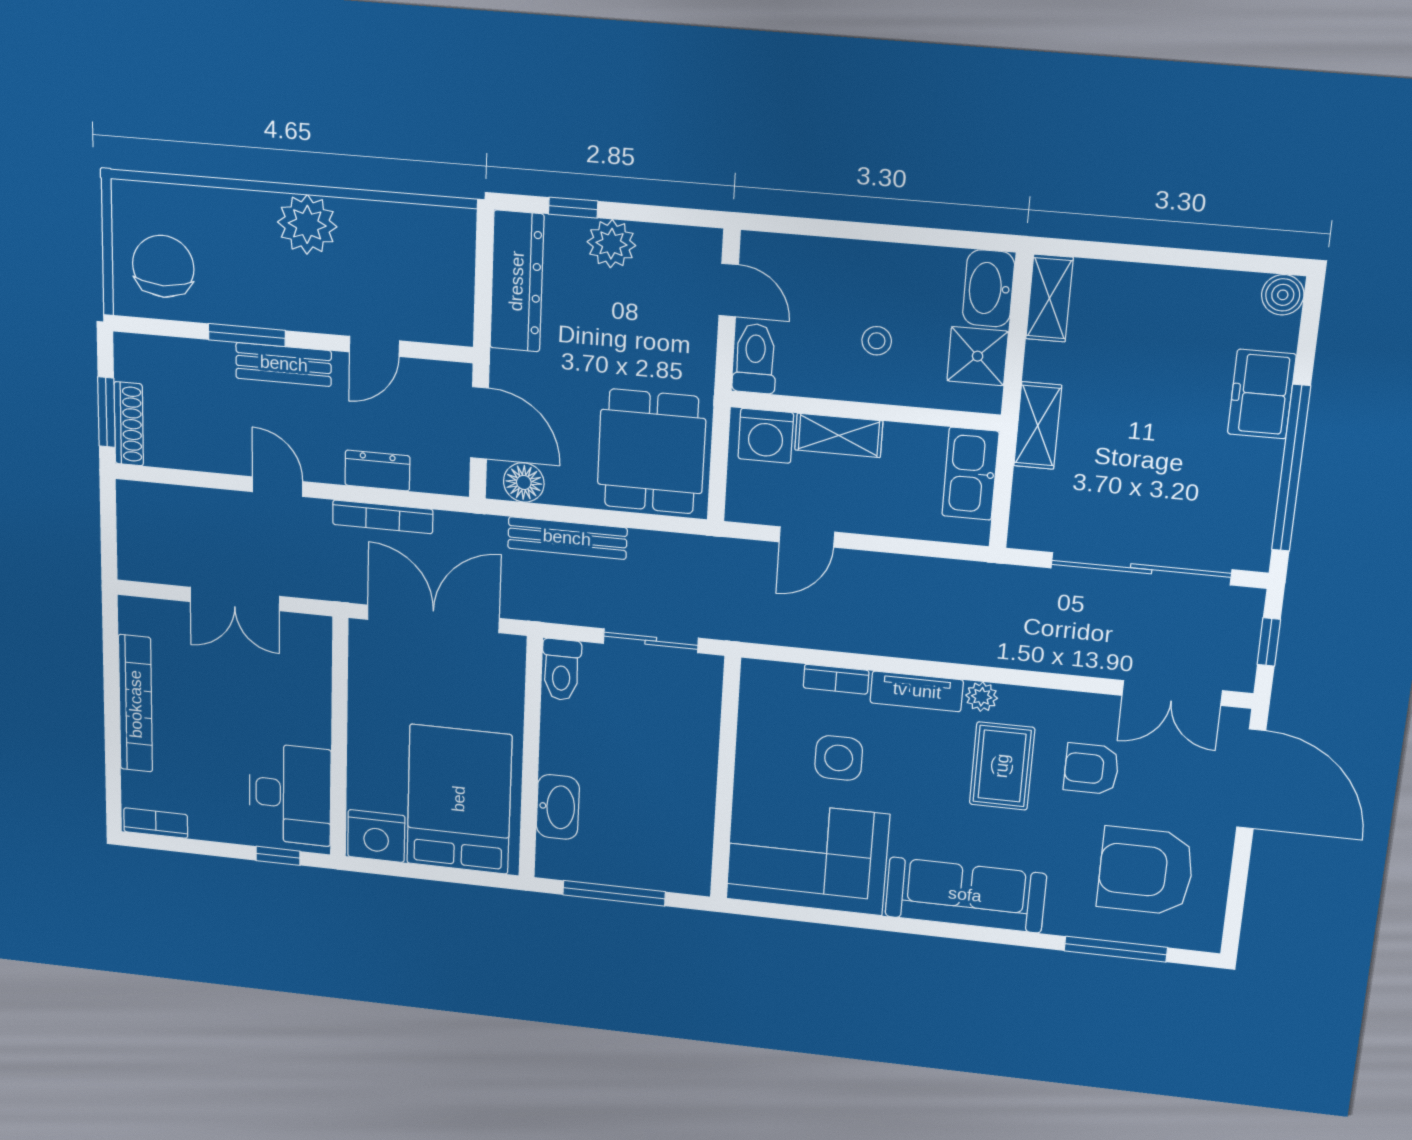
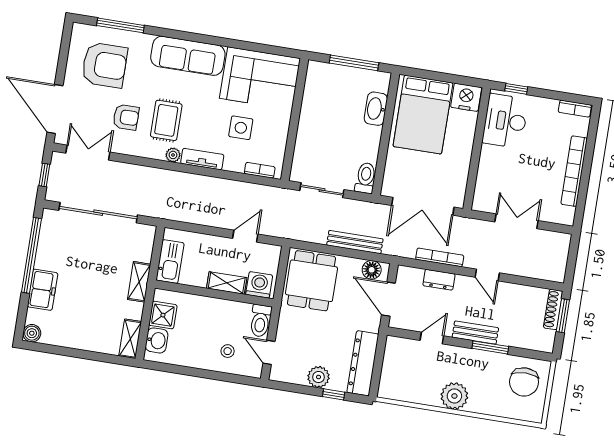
washbasin: (989, 288) -> (157, 340), width x0.72
stool: (877, 341) -> (228, 351), moved
bookcase: (836, 679) -> (260, 170), moved

